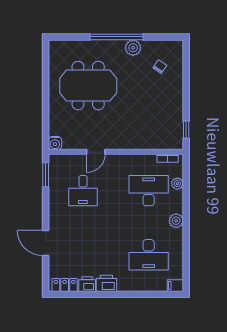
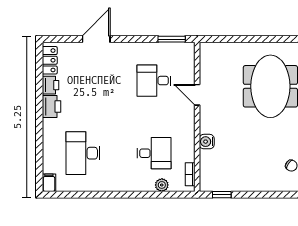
water cooler: (55, 143) -> (207, 142), moved
desk: (149, 191) -> (154, 153), width x0.73
plant: (176, 221) -> (121, 184), removed

